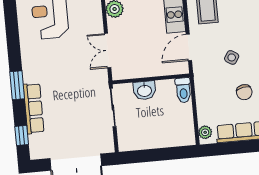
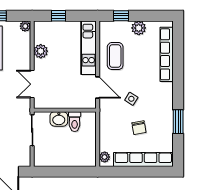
door: (189, 47) -> (98, 88), swing flipped
toilet: (183, 90) -> (75, 122), moved

